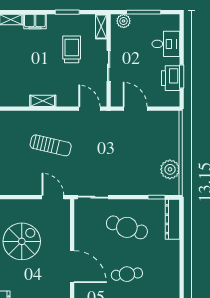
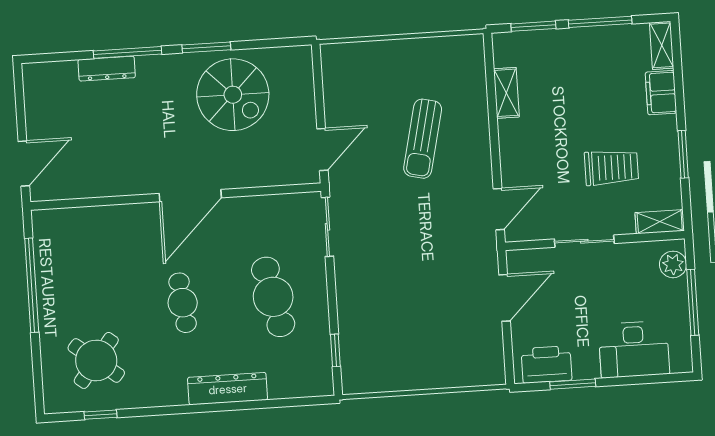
desk: (166, 44) -> (634, 349), width x1.37
printer: (171, 78) -> (546, 364), moved
shelving: (43, 101) -> (506, 93), moved
plant: (170, 169) -> (391, 373), removed
dresser: (173, 219) -> (228, 389), moved
cafe table: (127, 227) -> (273, 297), turned -30

